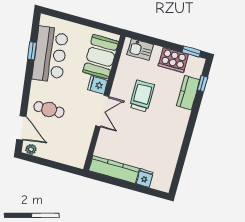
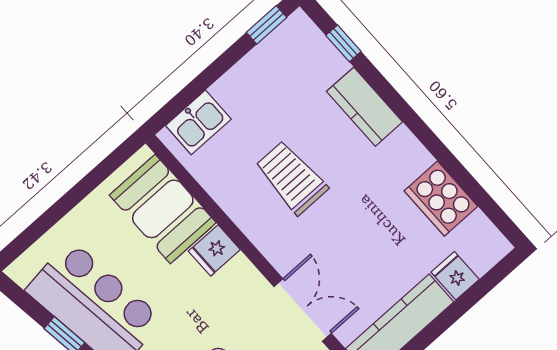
cooker: (173, 60) -> (441, 199), moved, turned 90
kitchen counter: (188, 93) -> (365, 107), moved
double door: (102, 111) -> (303, 310), moved

